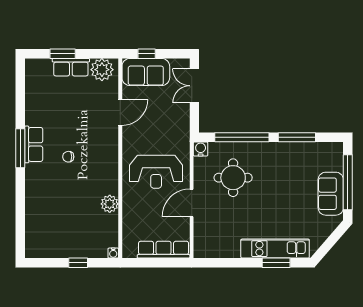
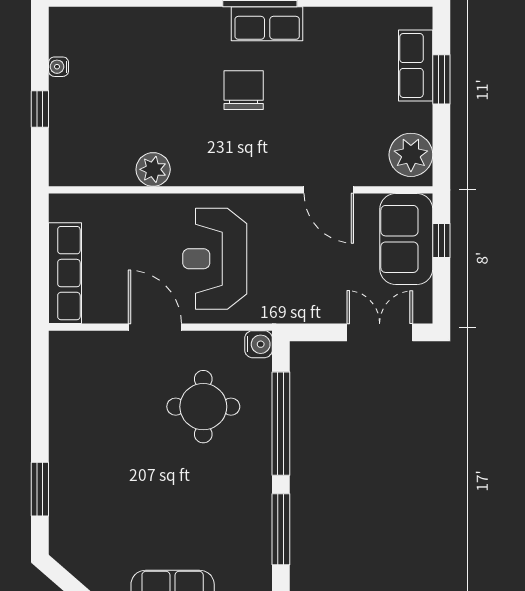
row of seats: (71, 67) -> (416, 65), moved
chair: (68, 157) -> (244, 90), width x1.87, depth x1.87
kitchen unit: (275, 249) -> (67, 487), removed
water cooler: (113, 253) -> (59, 67), moved

